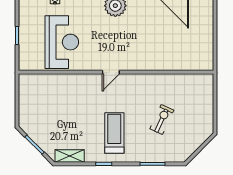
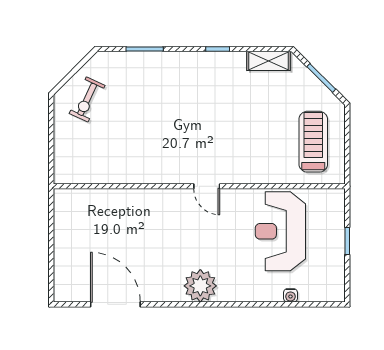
door: (111, 72) -> (207, 186), swing flipped
exercise bike: (162, 119) -> (87, 99), moved
treadmill: (114, 133) -> (313, 142), moved, turned 180

